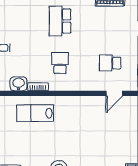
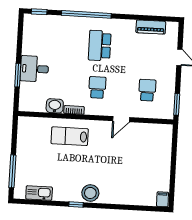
school desk: (110, 63) -> (147, 90), turned 90
door: (114, 93) -> (121, 119), moved

